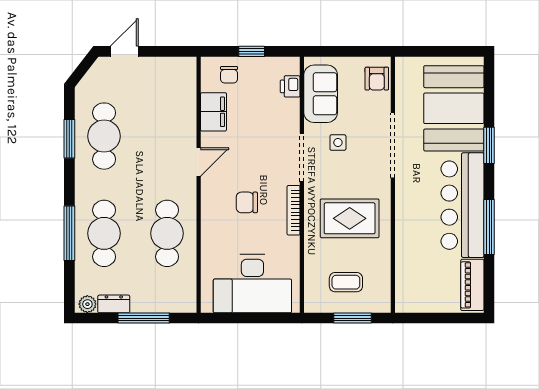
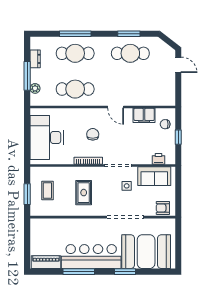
rug: (350, 218) -> (84, 193), width x0.73, depth x0.70
plant: (87, 304) -> (35, 88), moved

